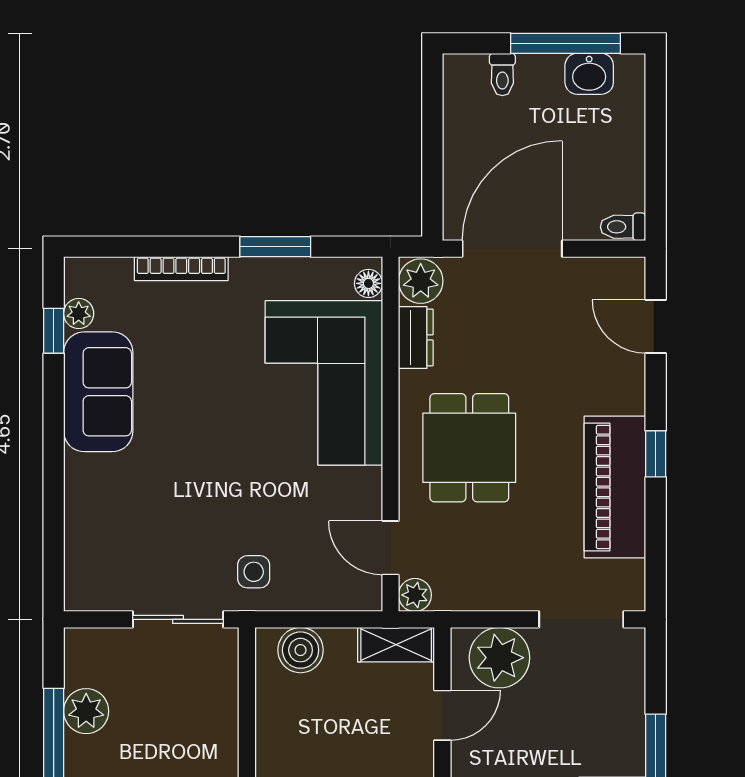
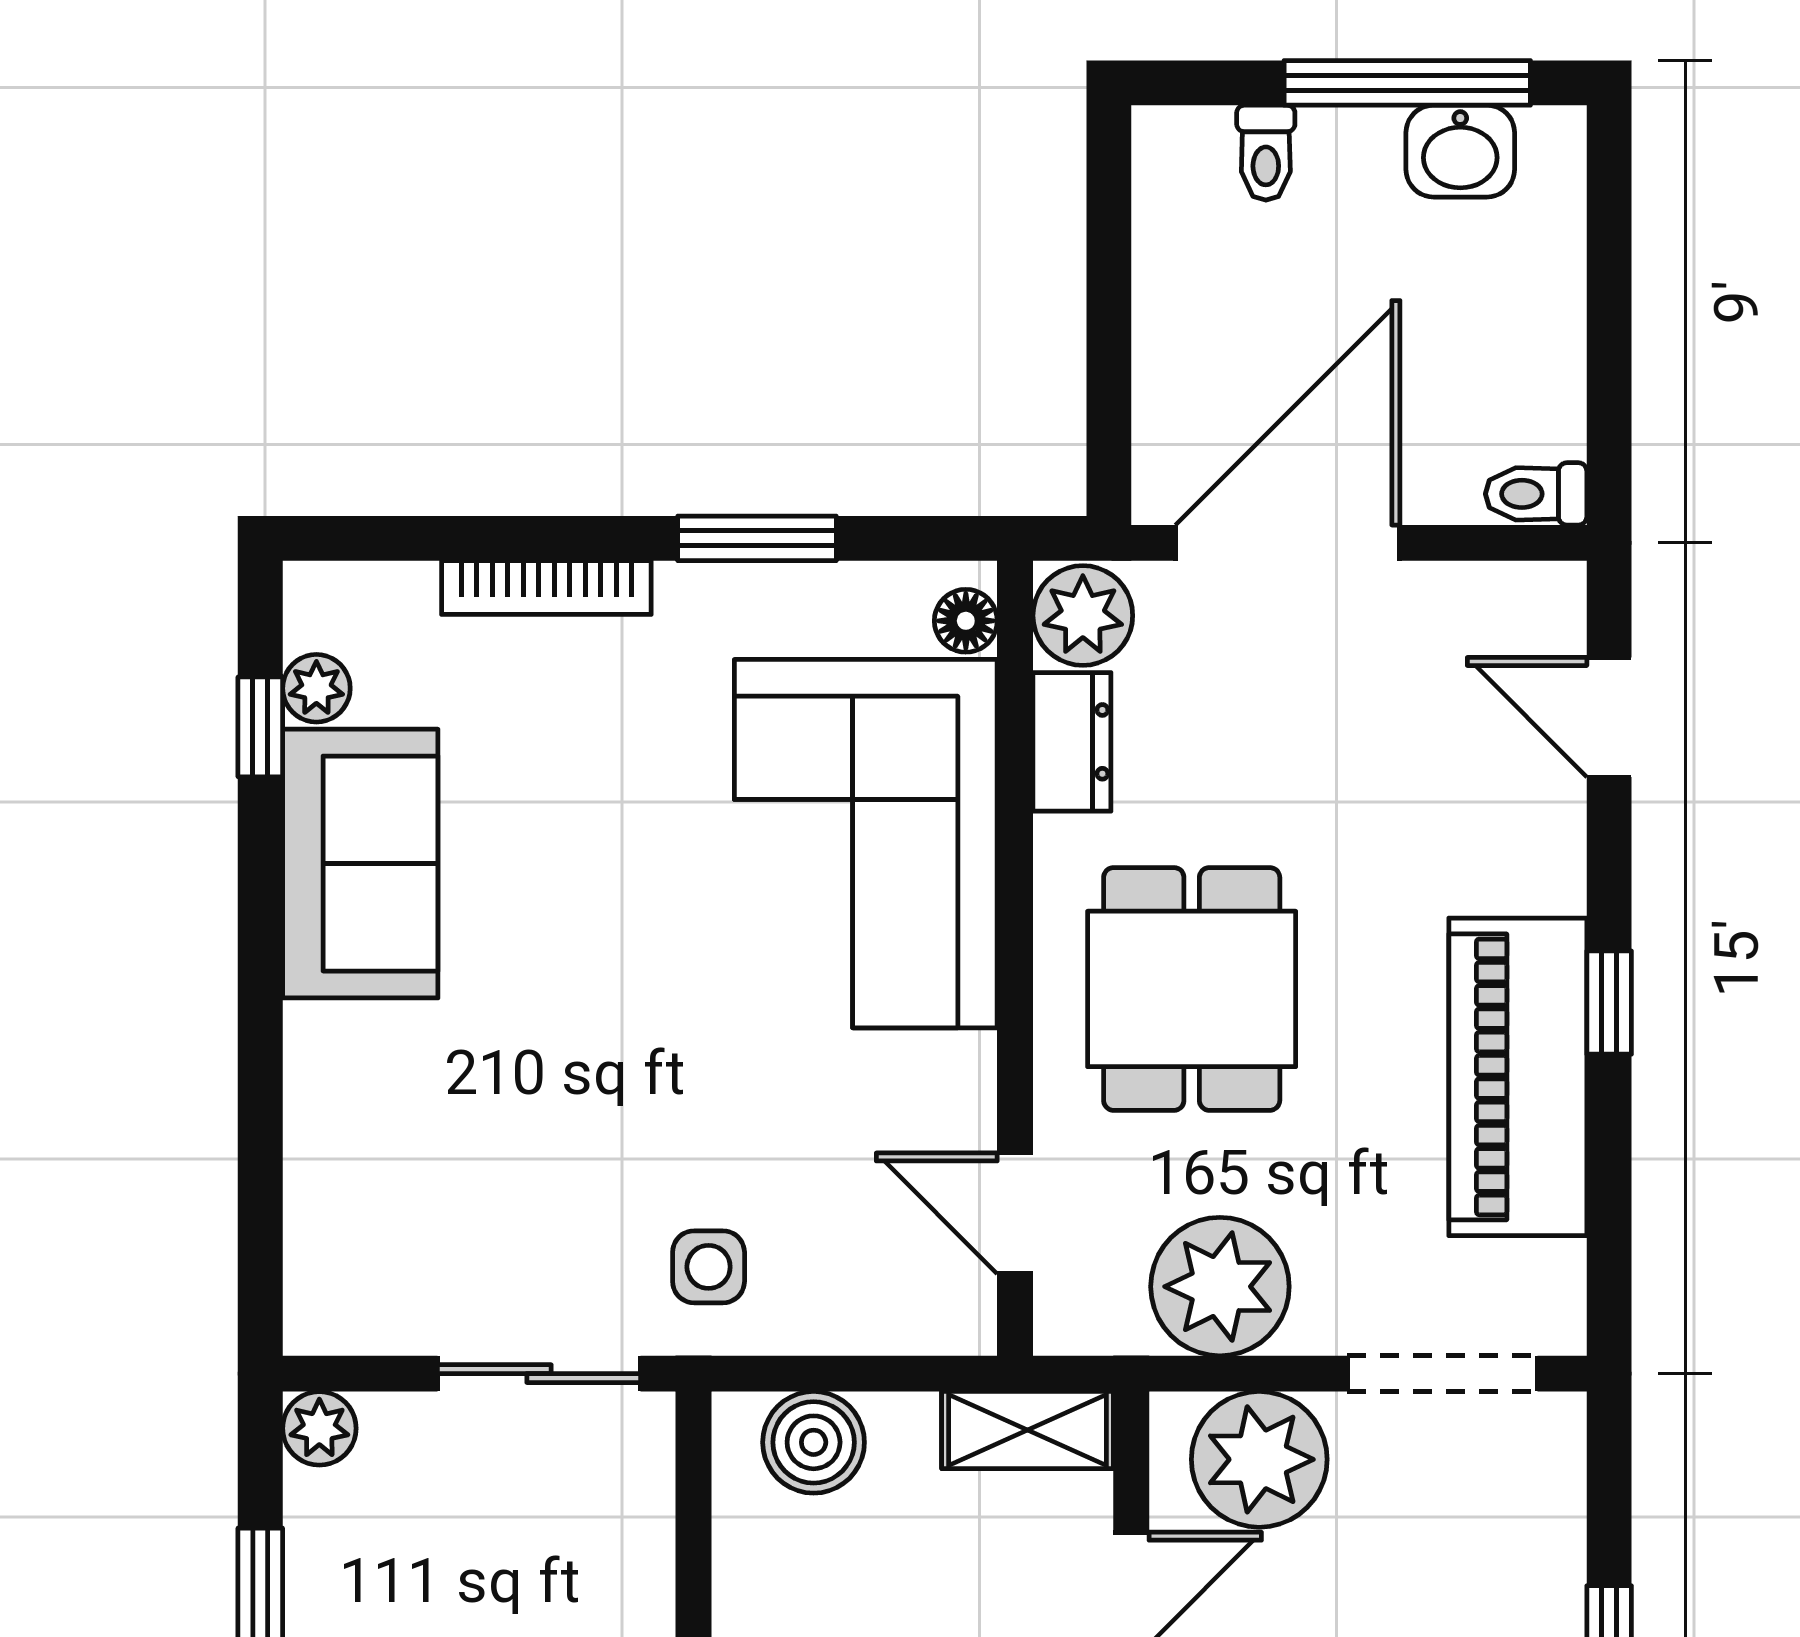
plant: (415, 595) -> (1220, 1287), moved, width x1.87, depth x1.87
plant: (86, 711) -> (319, 1428), moved, width x0.73, depth x0.73

